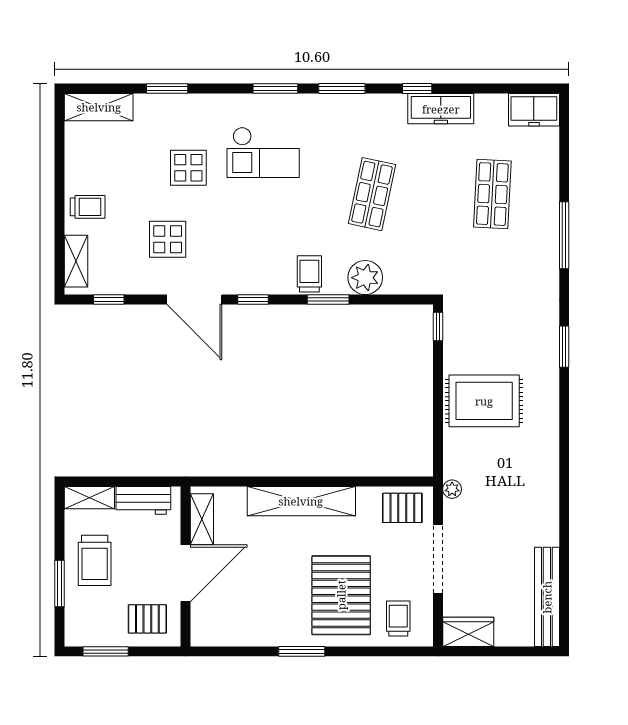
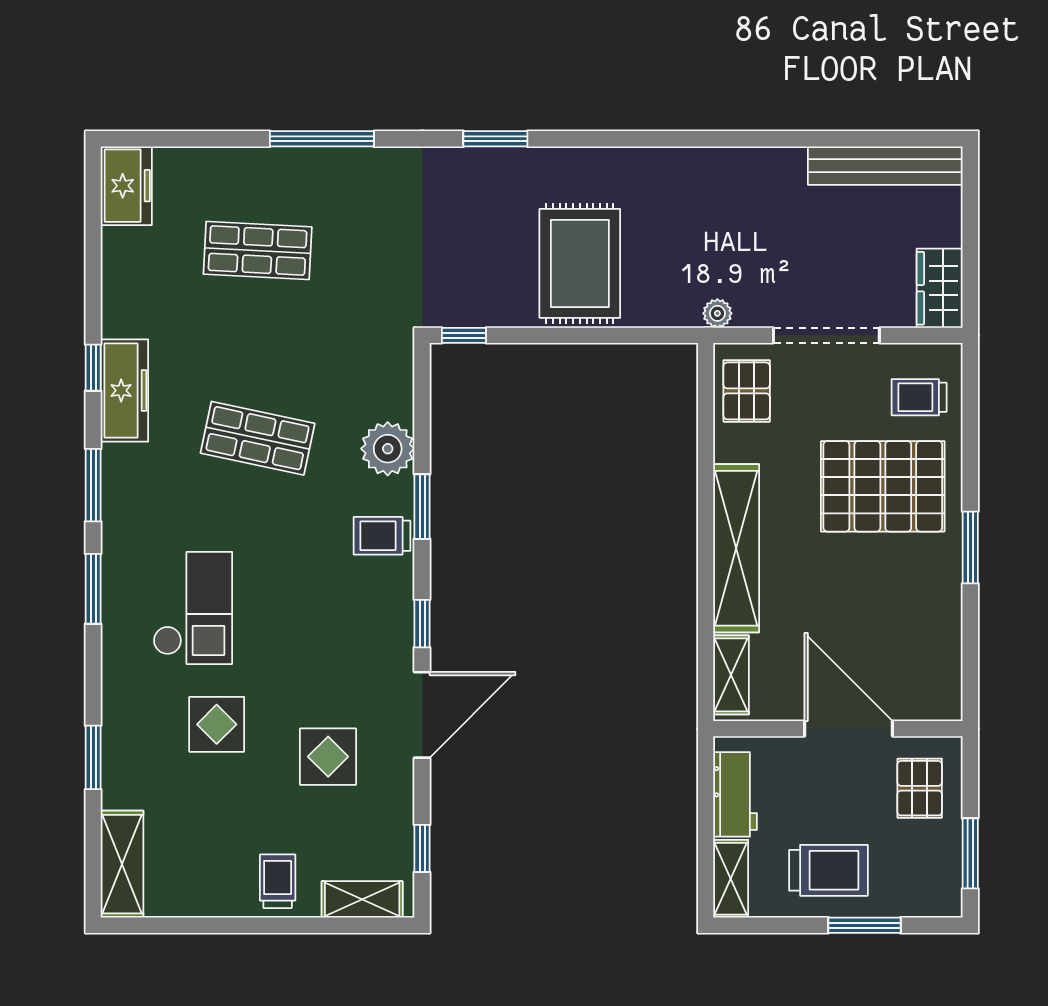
freezer: (441, 109) -> (124, 390), moved
shelving: (202, 519) -> (731, 675), moved, turned 90

